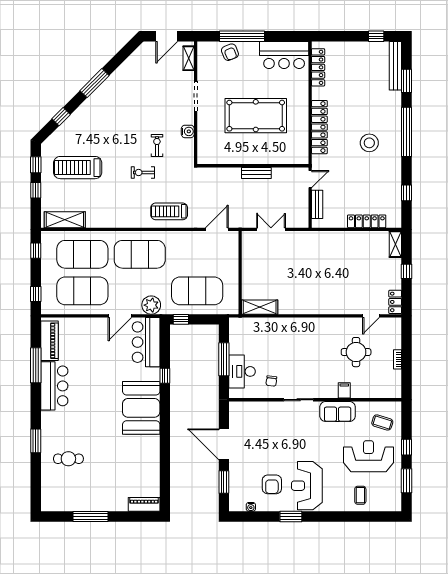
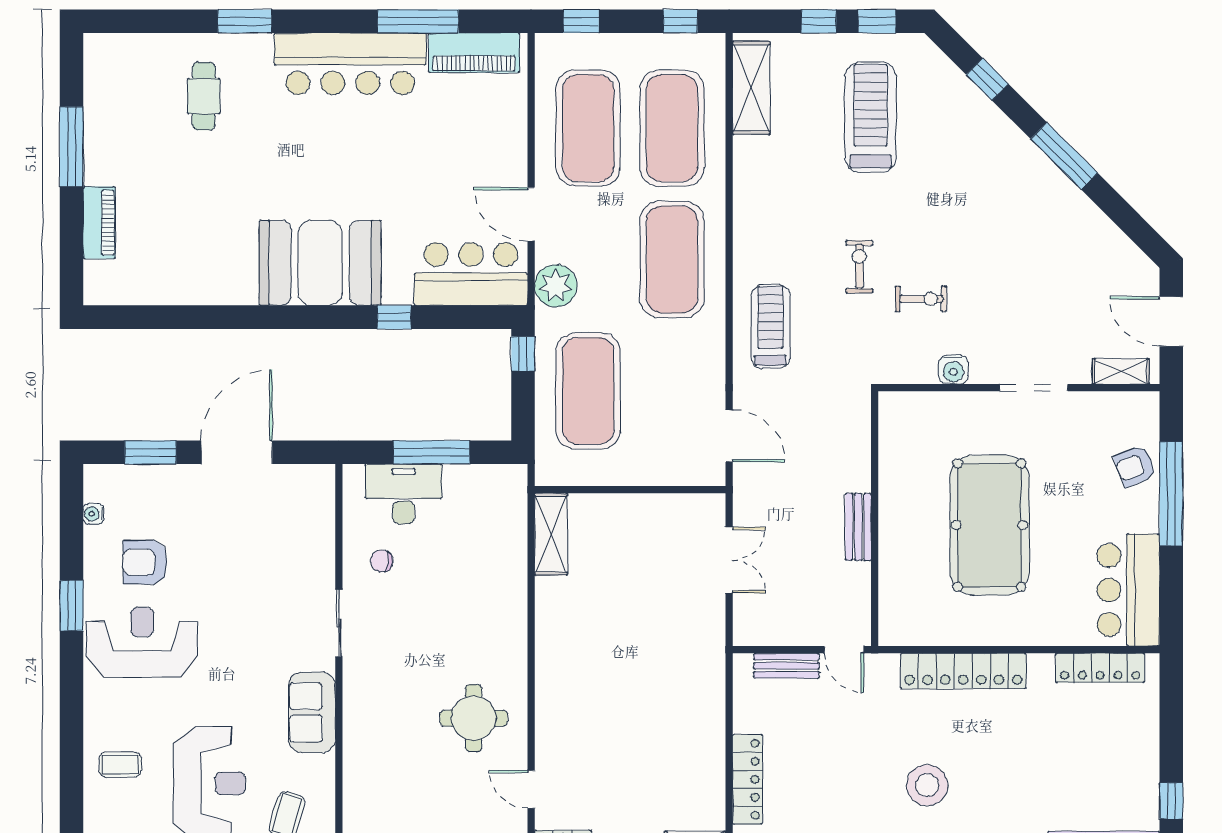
round table: (356, 352) -> (474, 718), moved
bar counter: (54, 386) -> (350, 64), width x1.36
filing cabinet: (344, 390) -> (360, 728), removed
piano: (144, 504) -> (99, 223), moved

